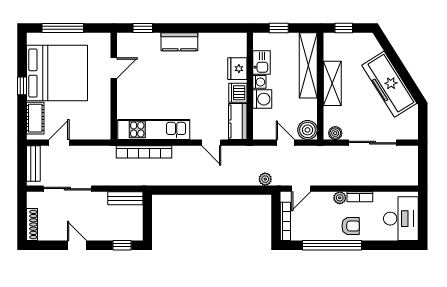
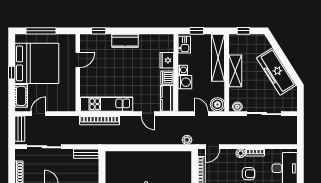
kitchen sink: (261, 62) -> (184, 45), moved

